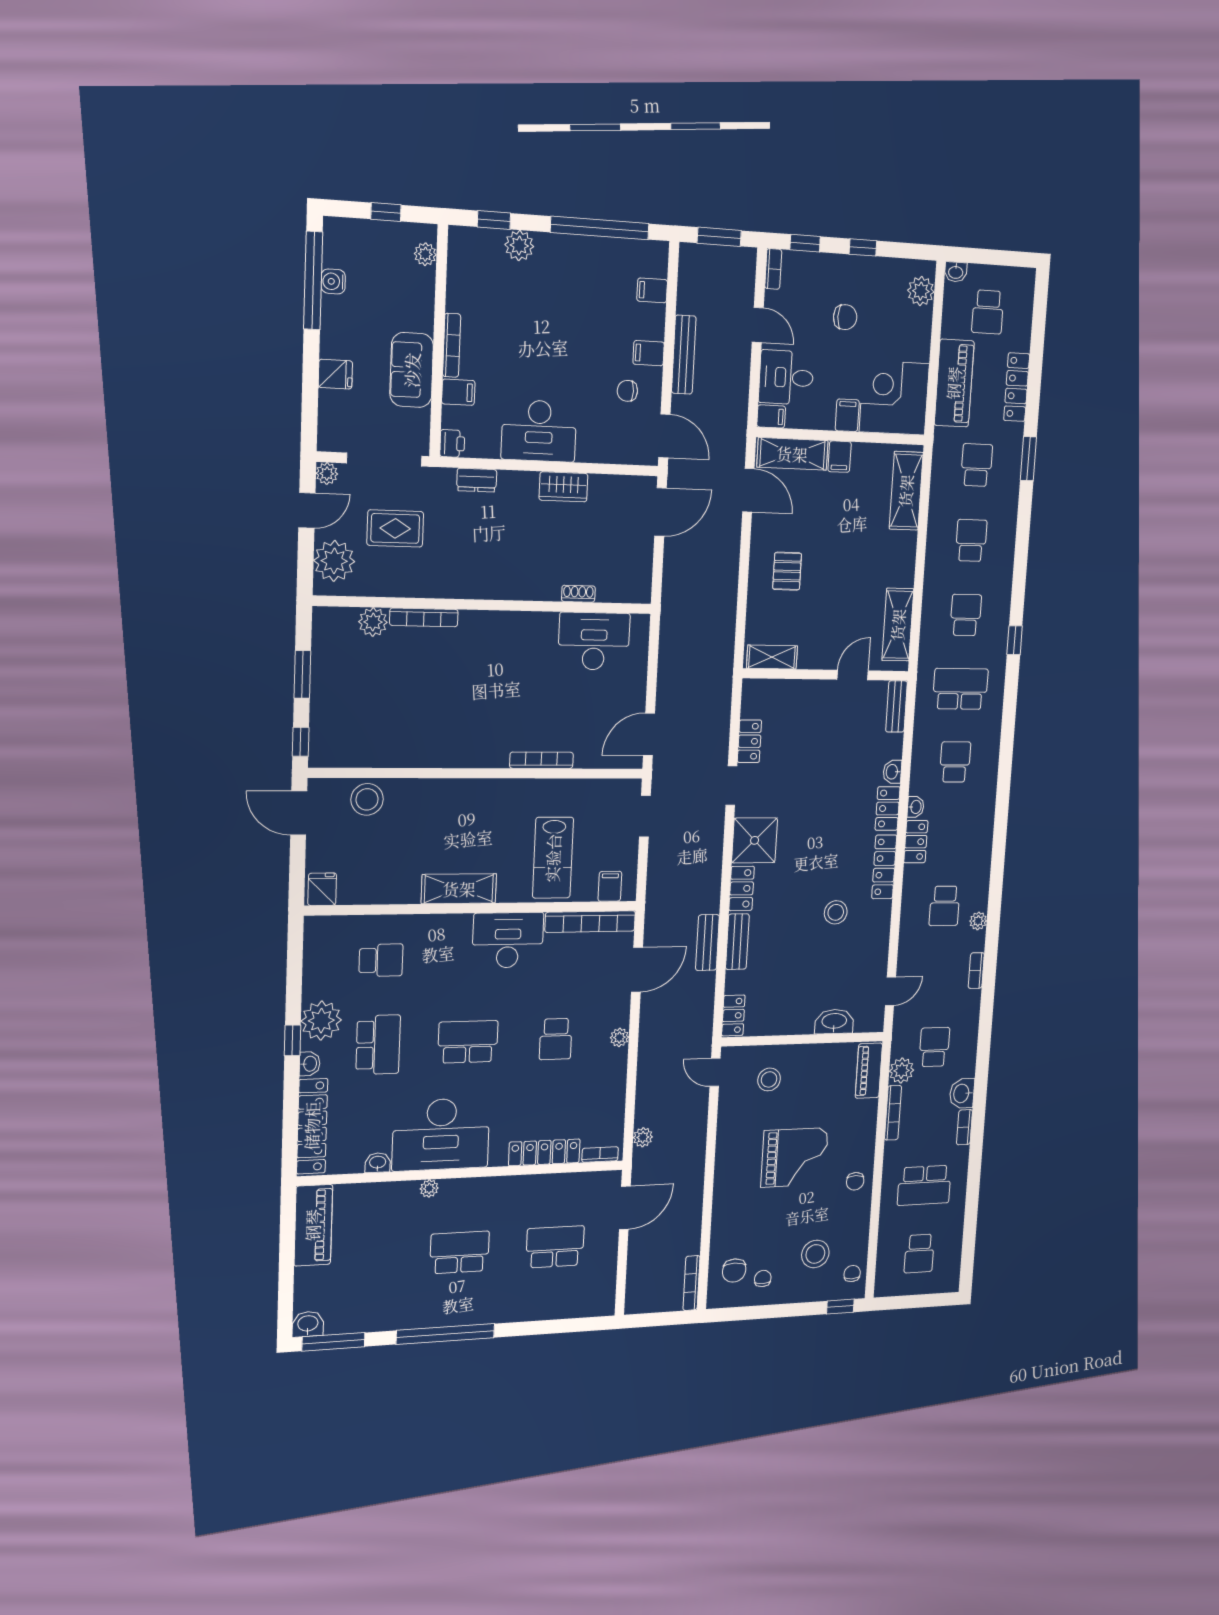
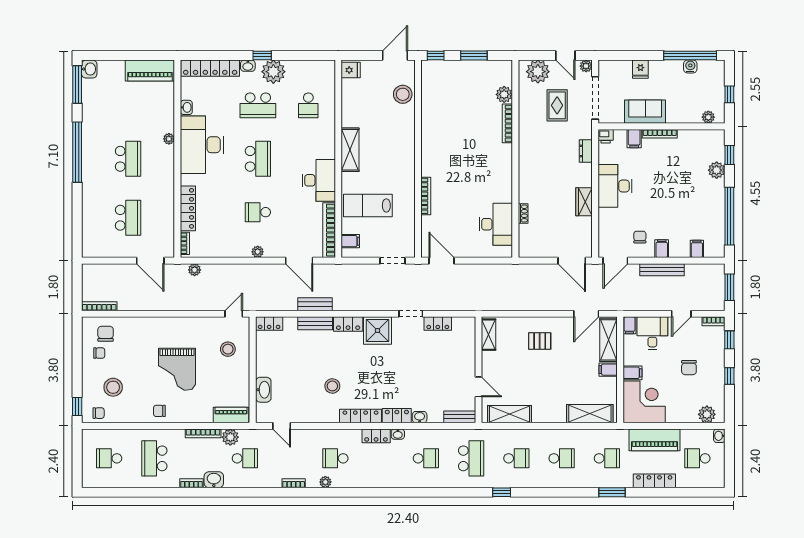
chair: (734, 1271) -> (106, 334), turned 90

